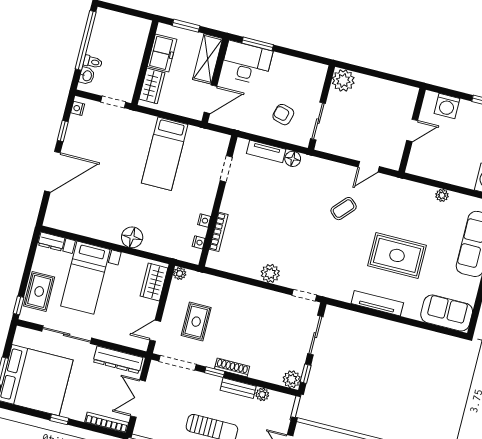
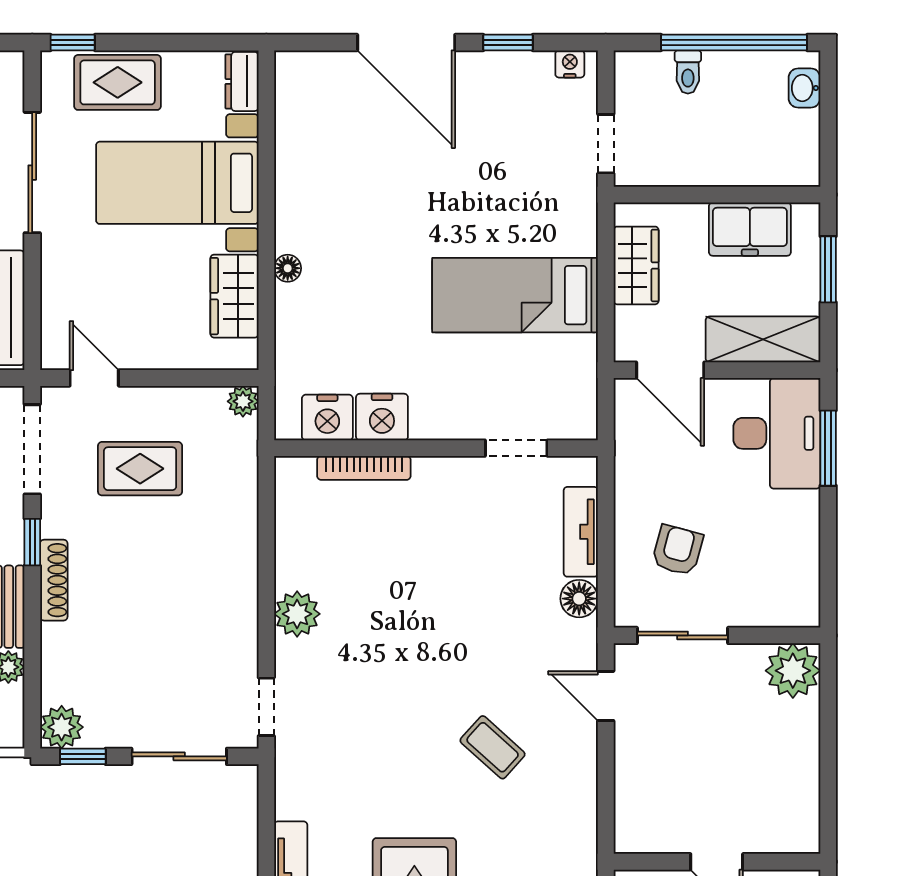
washbasin: (87, 76) -> (804, 88), moved, turned 90
wardrobe: (152, 86) -> (636, 265), moved, turned -90
door: (369, 167) -> (606, 696), moved
nightstand: (204, 220) -> (382, 417), width x1.89, depth x1.79
floor lamp: (132, 237) -> (288, 268), width x0.53, depth x0.53
nightstand: (199, 242) -> (327, 418), width x1.89, depth x1.79
wardrobe: (154, 282) -> (234, 296), moved, turned -90

